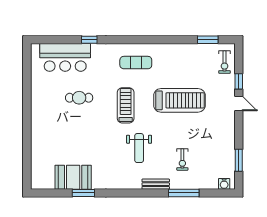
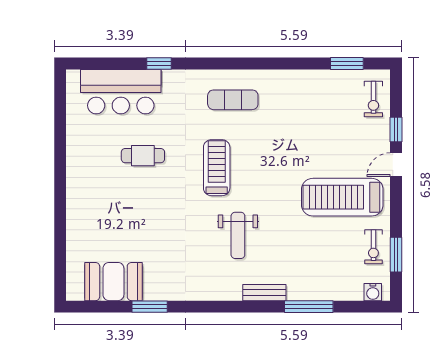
treadmill: (179, 100) -> (342, 197), moved, turned 180
door: (239, 103) -> (396, 165), swing flipped
exercise bike: (182, 159) -> (373, 247), moved
booth: (73, 177) -> (113, 282), moved

